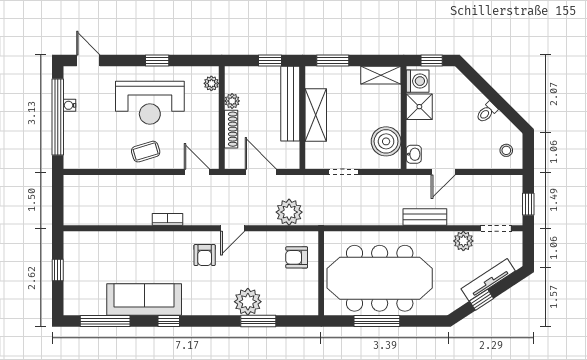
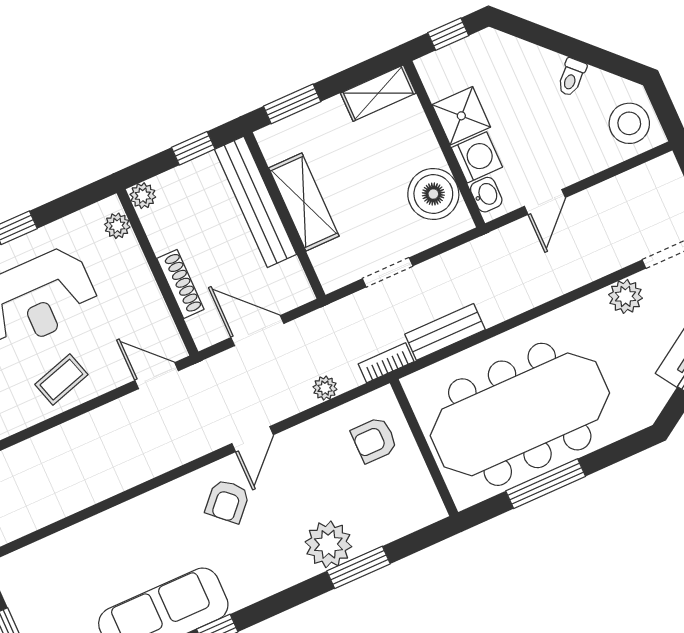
washing machine: (418, 81) -> (477, 157), moved
plant: (232, 101) -> (143, 196), moved
stool: (506, 150) -> (629, 123), width x1.89, depth x1.89
plant: (289, 212) -> (325, 388), width x0.53, depth x0.53
bench: (425, 217) -> (445, 332), moved
bookcase: (168, 219) -> (386, 363), moved
armchair: (205, 255) -> (227, 501), turned 43

